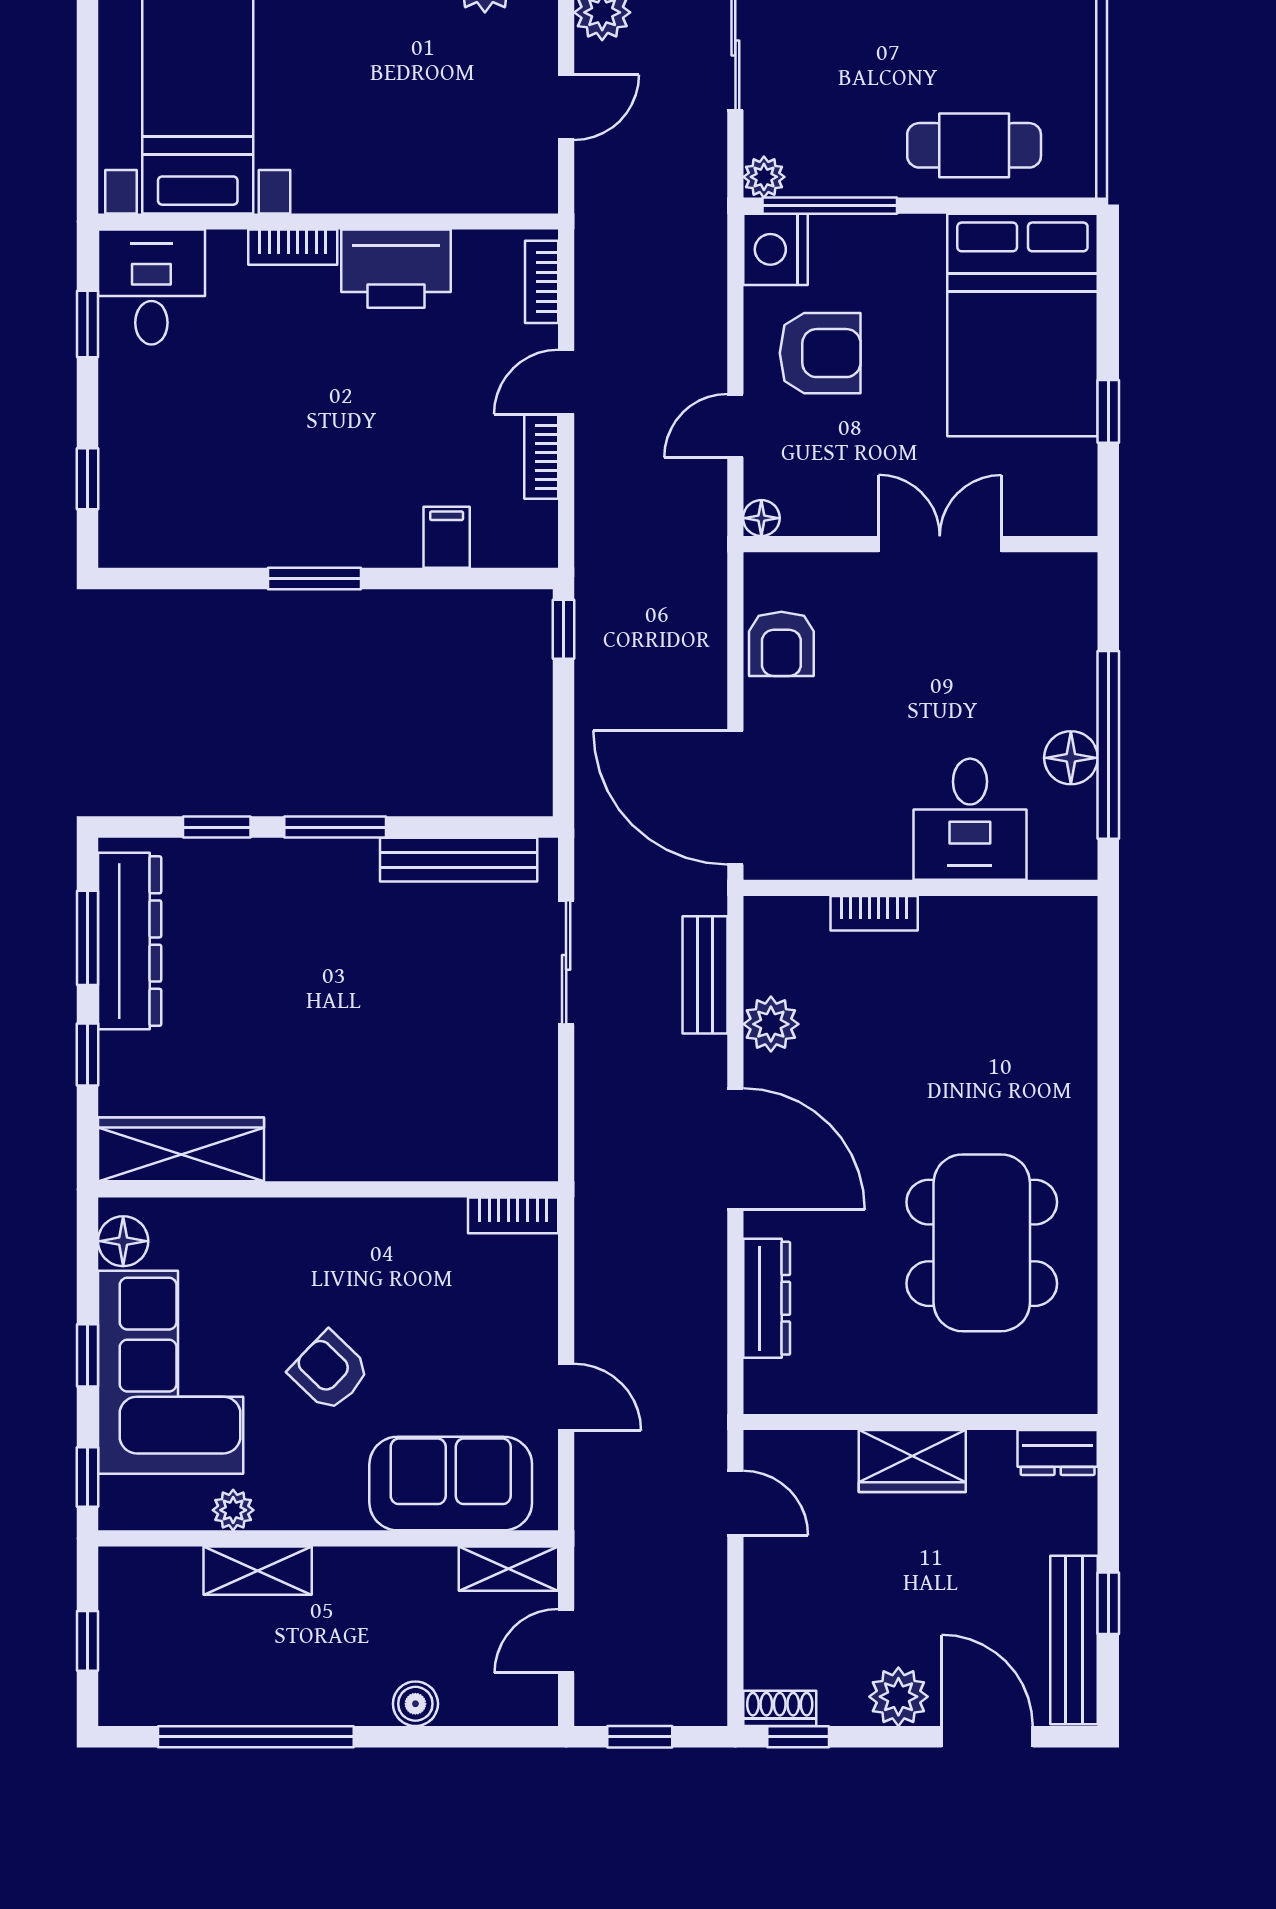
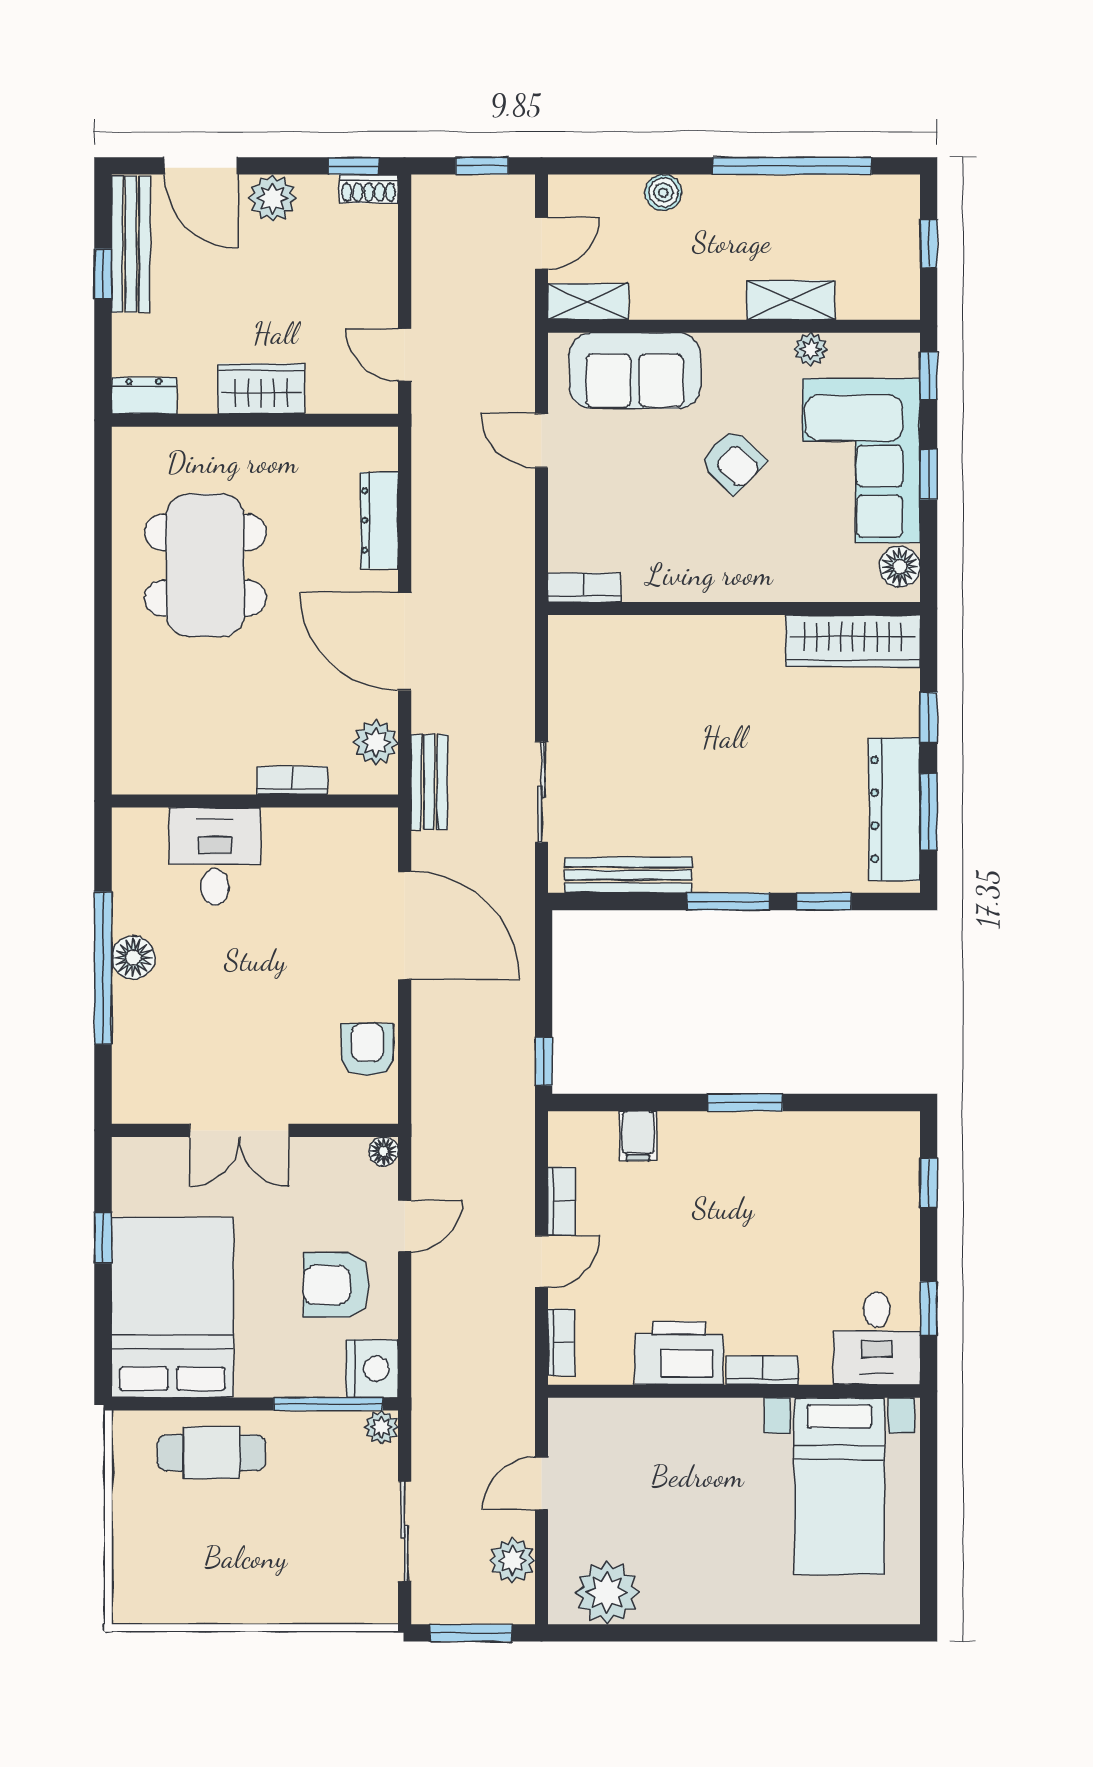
desk: (970, 819) -> (215, 857), moved
wall: (920, 888) -> (255, 801), moved
bookcase: (874, 913) -> (292, 781), moved

